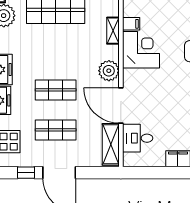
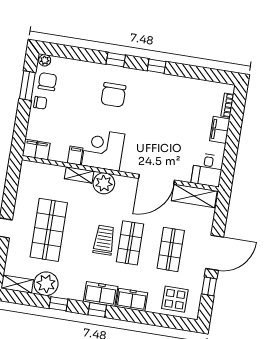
trolley: (54, 65) -> (104, 240), added
plant: (109, 71) -> (104, 183), moved
desk: (138, 138) -> (207, 170), moved

